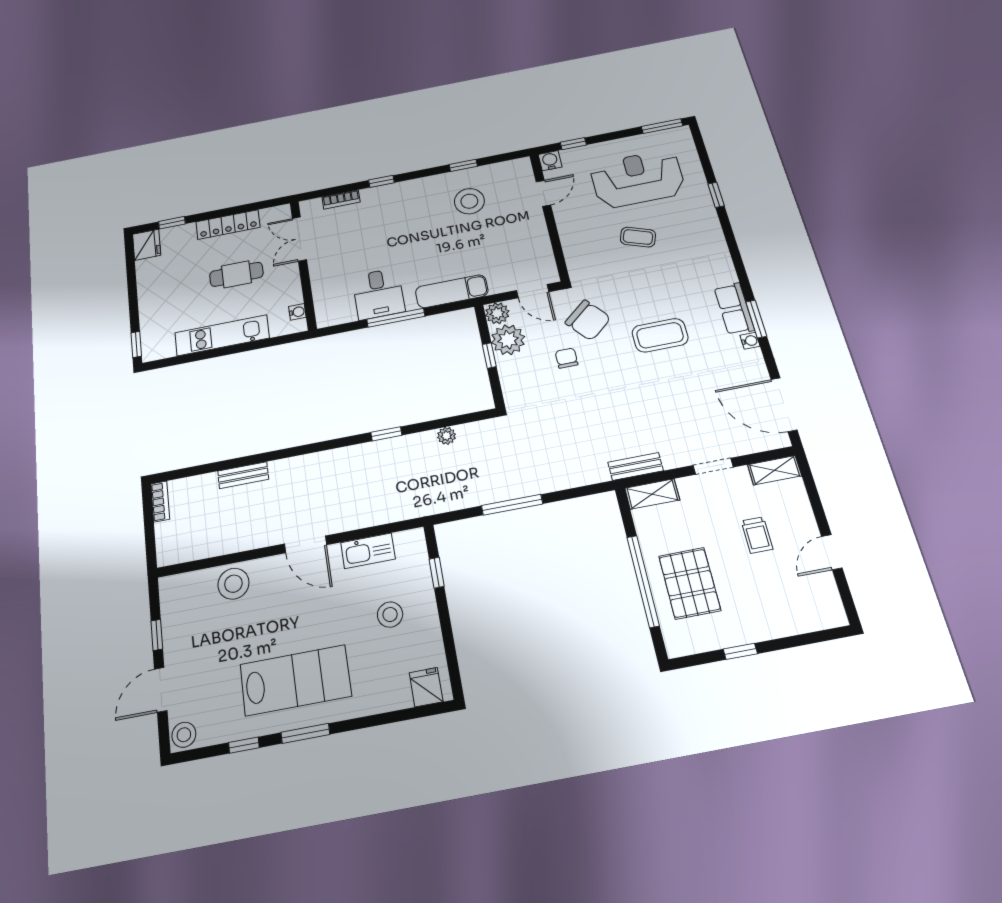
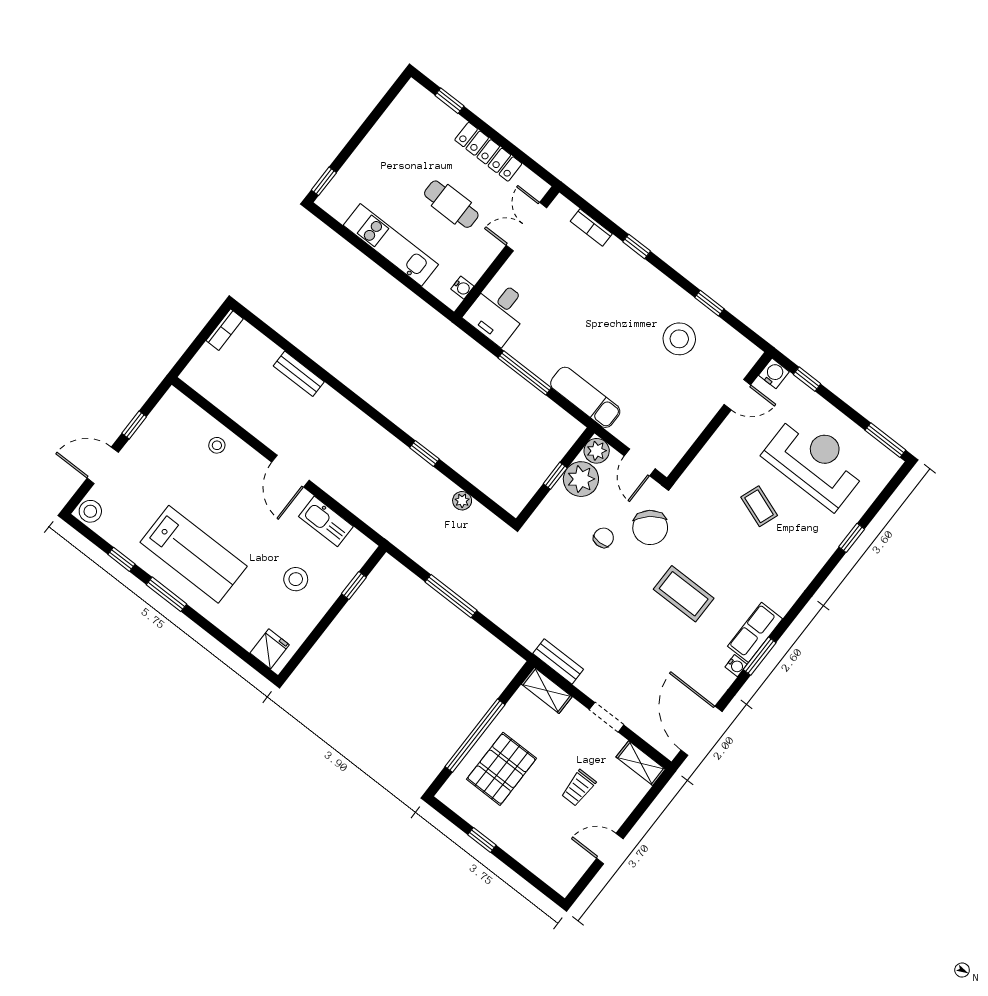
fridge: (147, 245) -> (412, 99), removed
desk: (378, 294) -> (498, 312), moved
stool: (233, 584) -> (217, 445), width x0.53, depth x0.53

